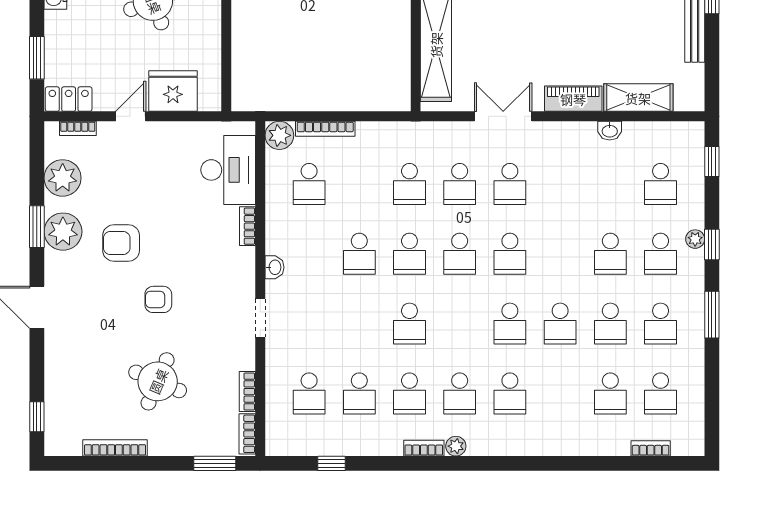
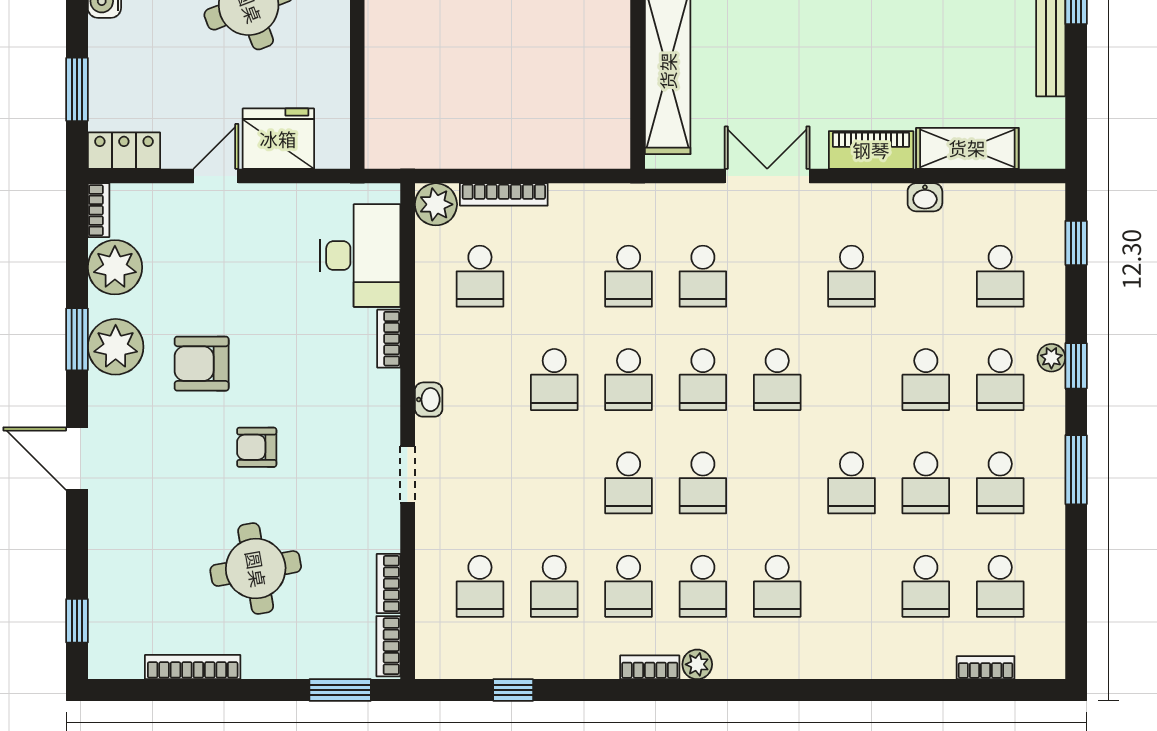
bookcase: (78, 128) -> (99, 210), moved, turned -90
school desk: (510, 184) -> (852, 276), moved
school desk: (510, 324) -> (703, 483), moved
round table: (158, 381) -> (256, 569), turned -33

